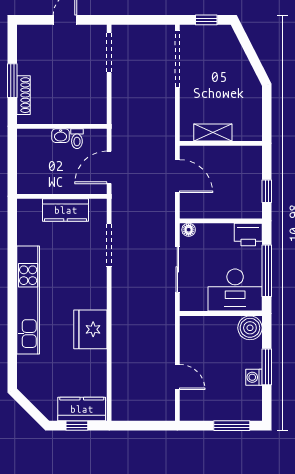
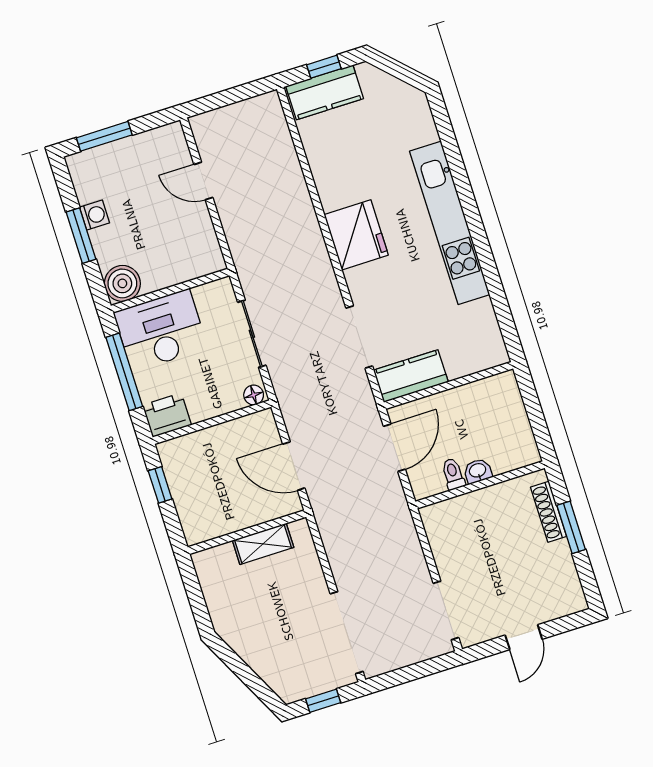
kitchen counter: (66, 210) -> (411, 376), moved
fridge: (90, 329) -> (356, 235), moved

